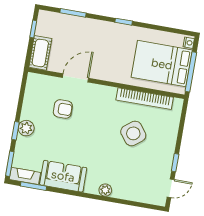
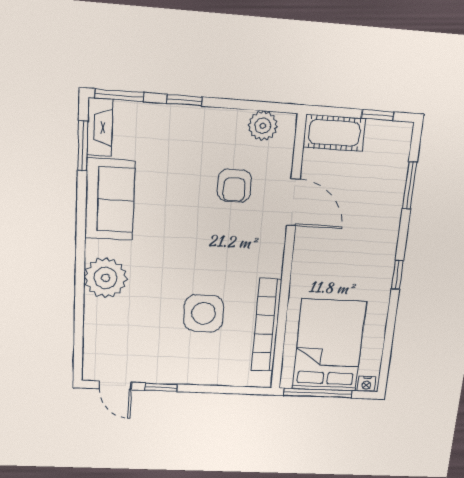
plant: (26, 128) -> (263, 126), moved
side table: (133, 133) -> (204, 313), turned 38
plant: (105, 190) -> (106, 278), width x1.87, depth x1.87

